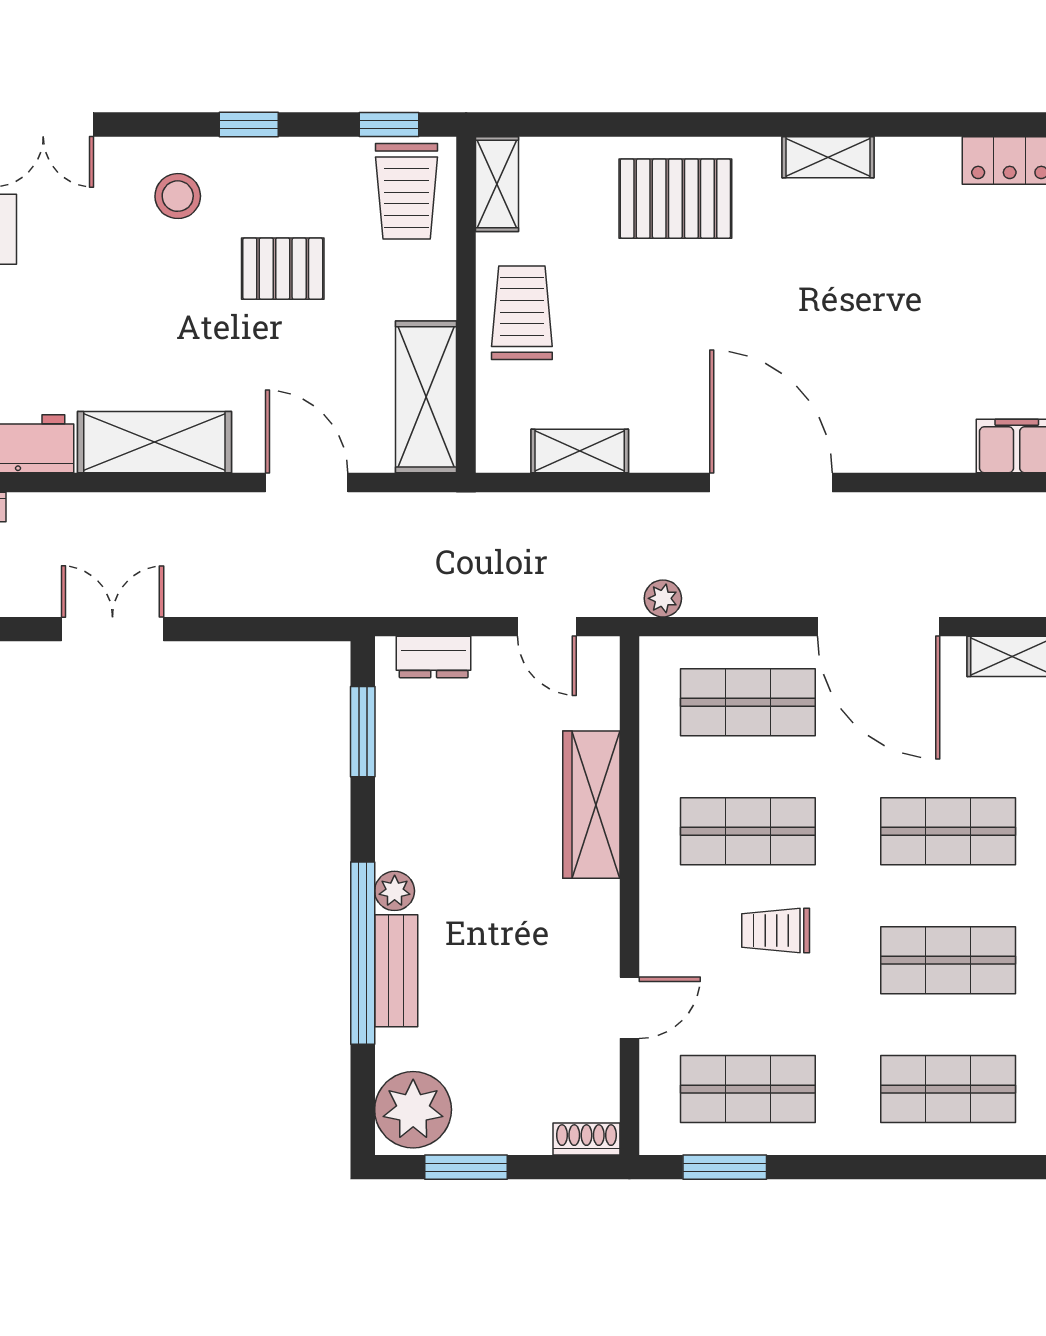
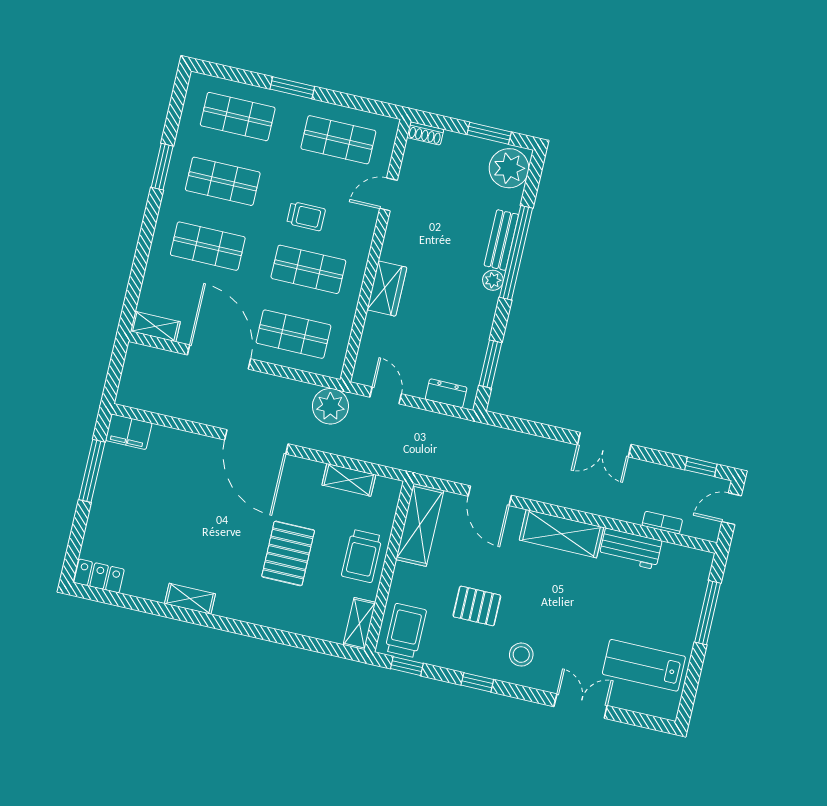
pallet: (675, 199) -> (288, 553), moved, turned 90
plant: (663, 598) -> (330, 406), width x1.88, depth x1.88
wardrobe: (591, 805) -> (387, 289), width x0.67
window: (725, 1167) -> (292, 88), moved

